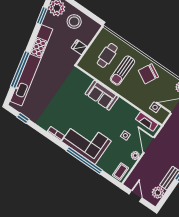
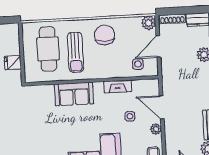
cafe table: (107, 55) -> (48, 49), width x1.37, depth x1.35
chair: (148, 74) -> (105, 35), turned 152
fireplace: (147, 122) -> (118, 86), moved

